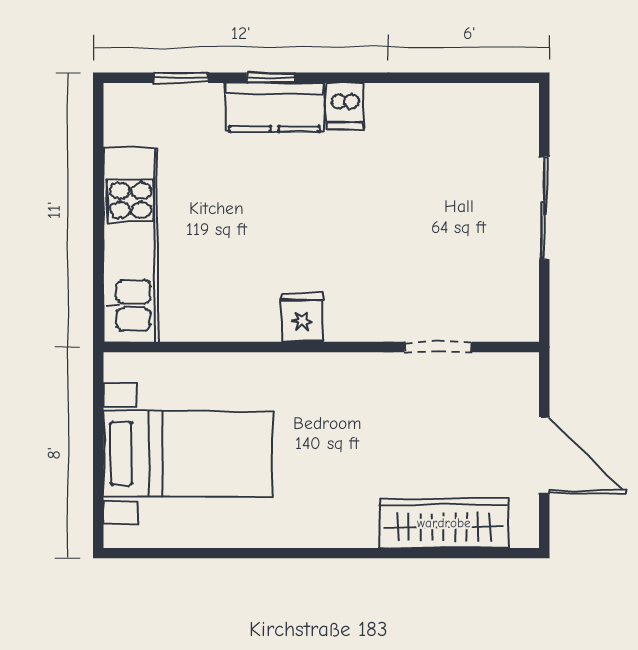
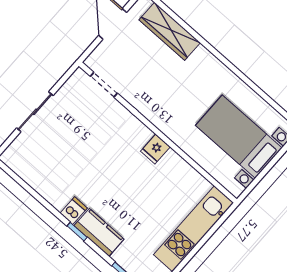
window: (271, 78) -> (77, 232), moved
doorway: (438, 347) -> (104, 85), moved

